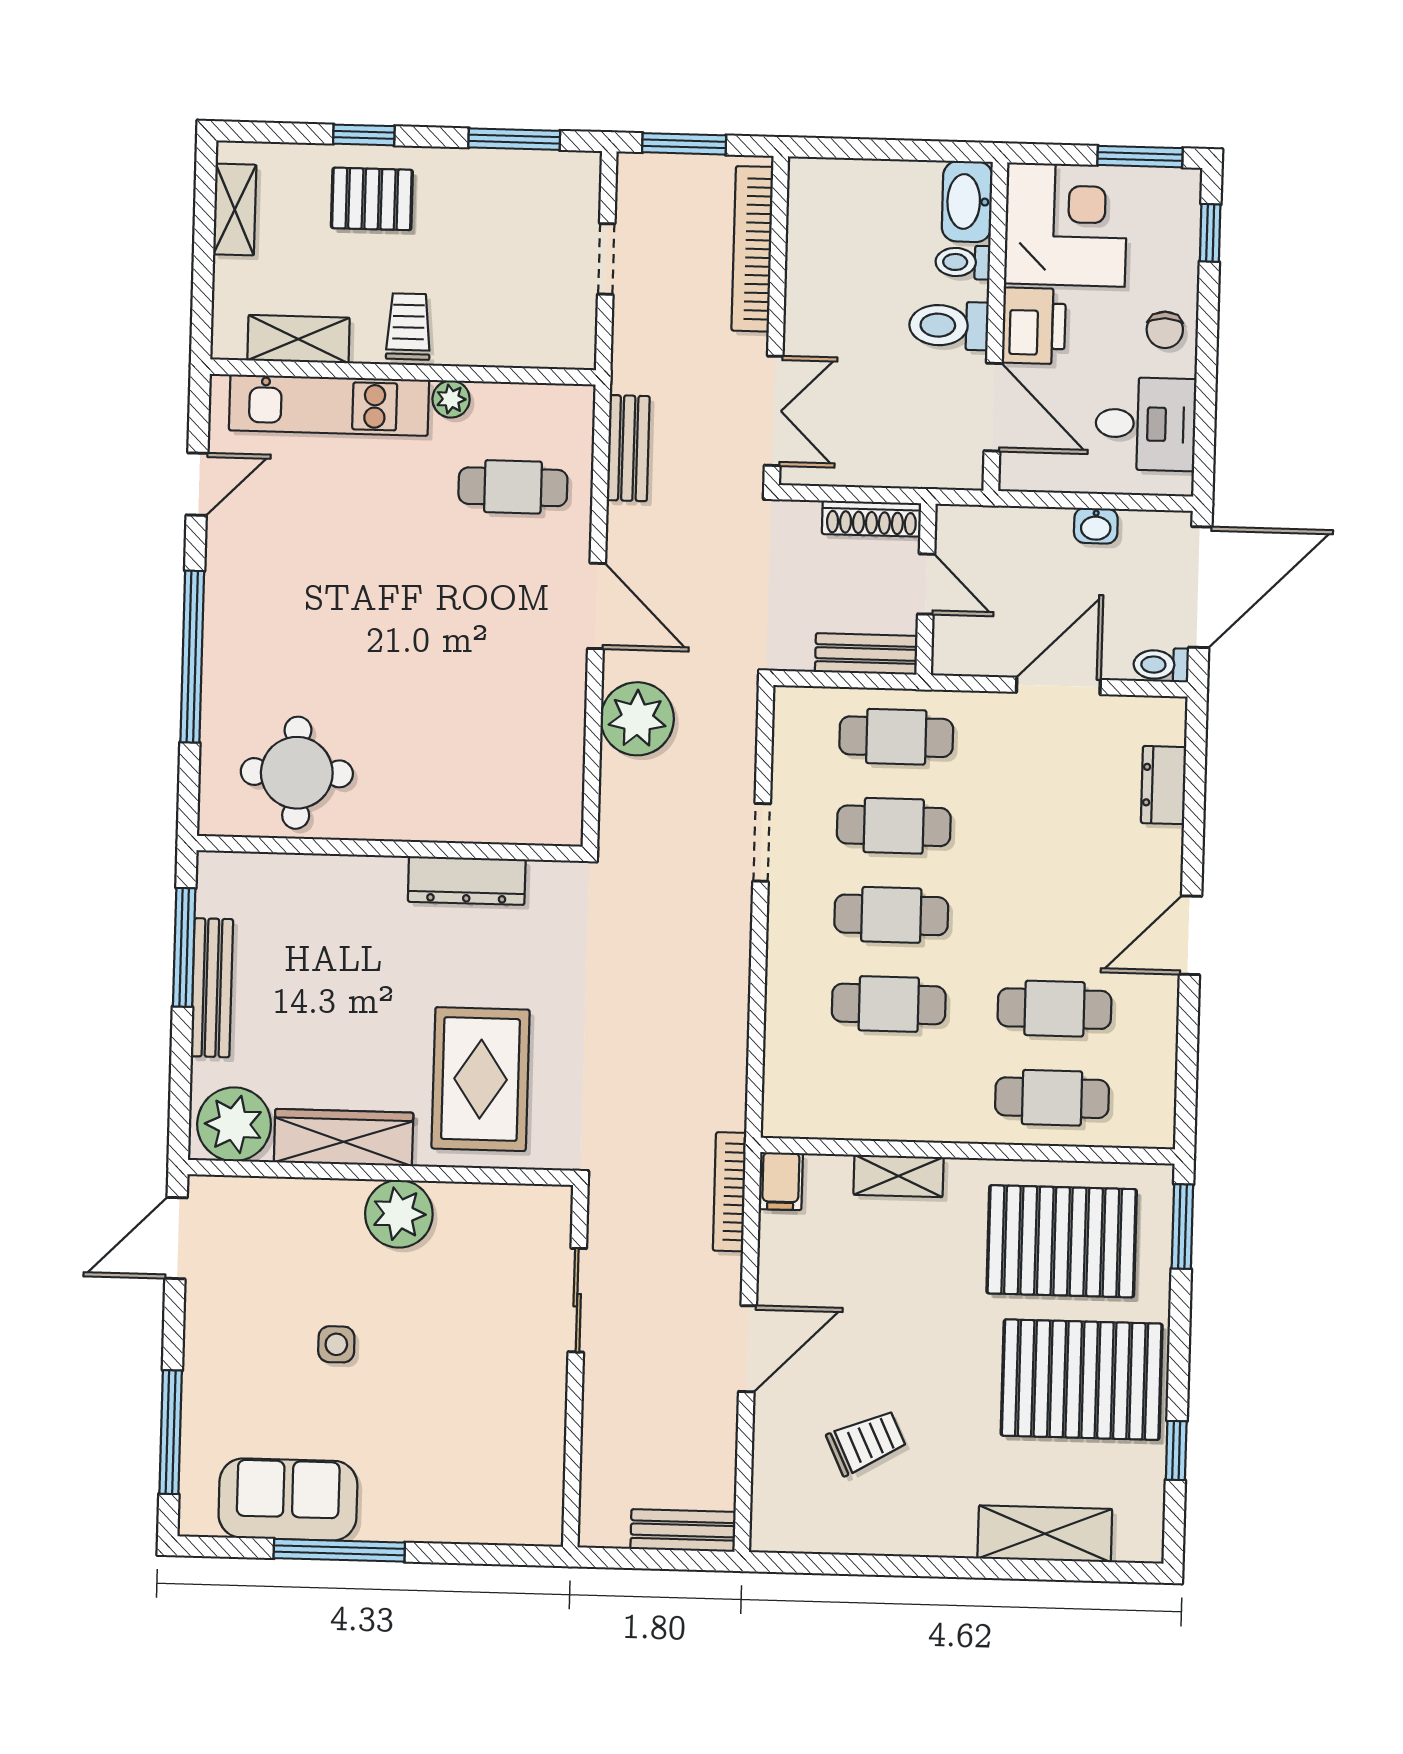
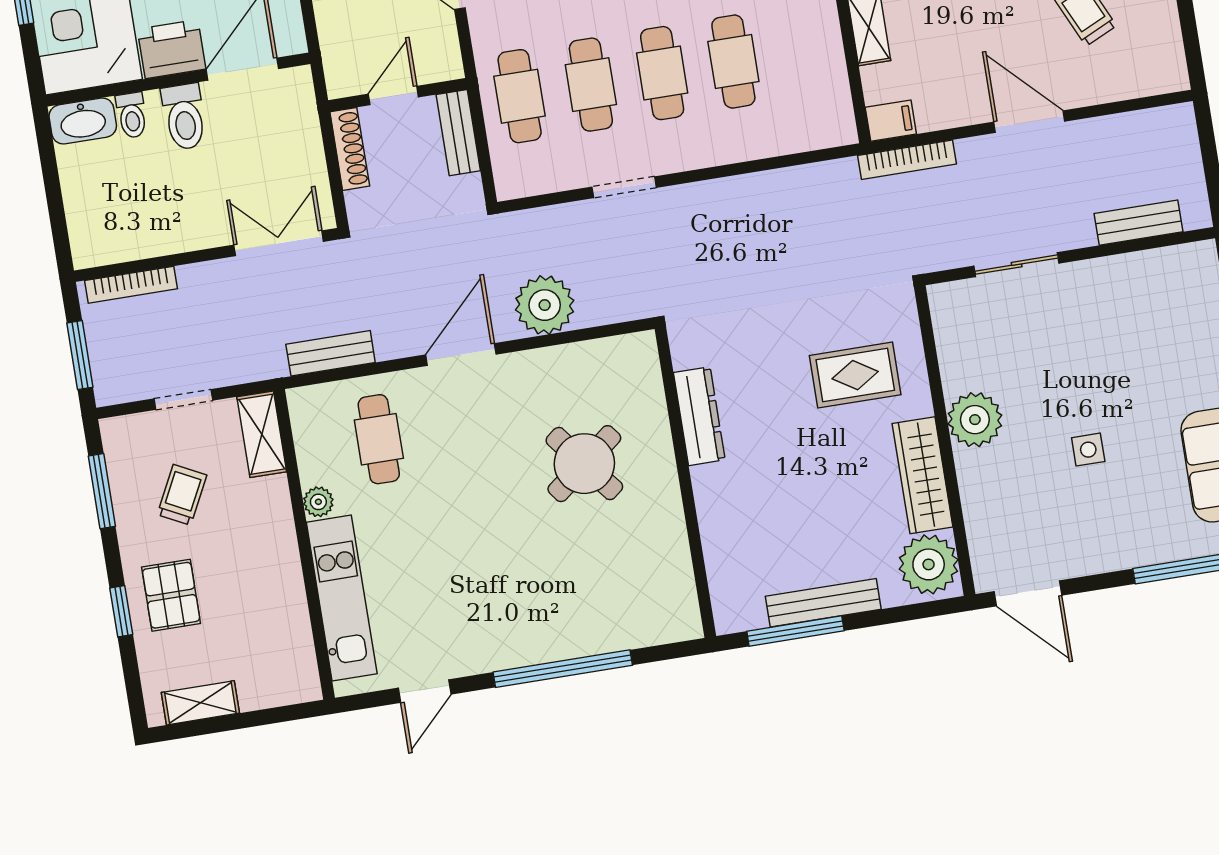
bookcase: (752, 249) -> (131, 285), width x0.68, depth x0.76
trolley: (408, 326) -> (182, 495), moved, turned 117
shelving: (298, 339) -> (262, 434), moved
door: (197, 484) -> (425, 691), swing flipped
round table: (297, 773) -> (584, 464), moved, turned -38
rug: (481, 1079) -> (855, 375), width x0.73, depth x0.70
bench: (683, 1530) -> (1138, 223), moved, turned 90

